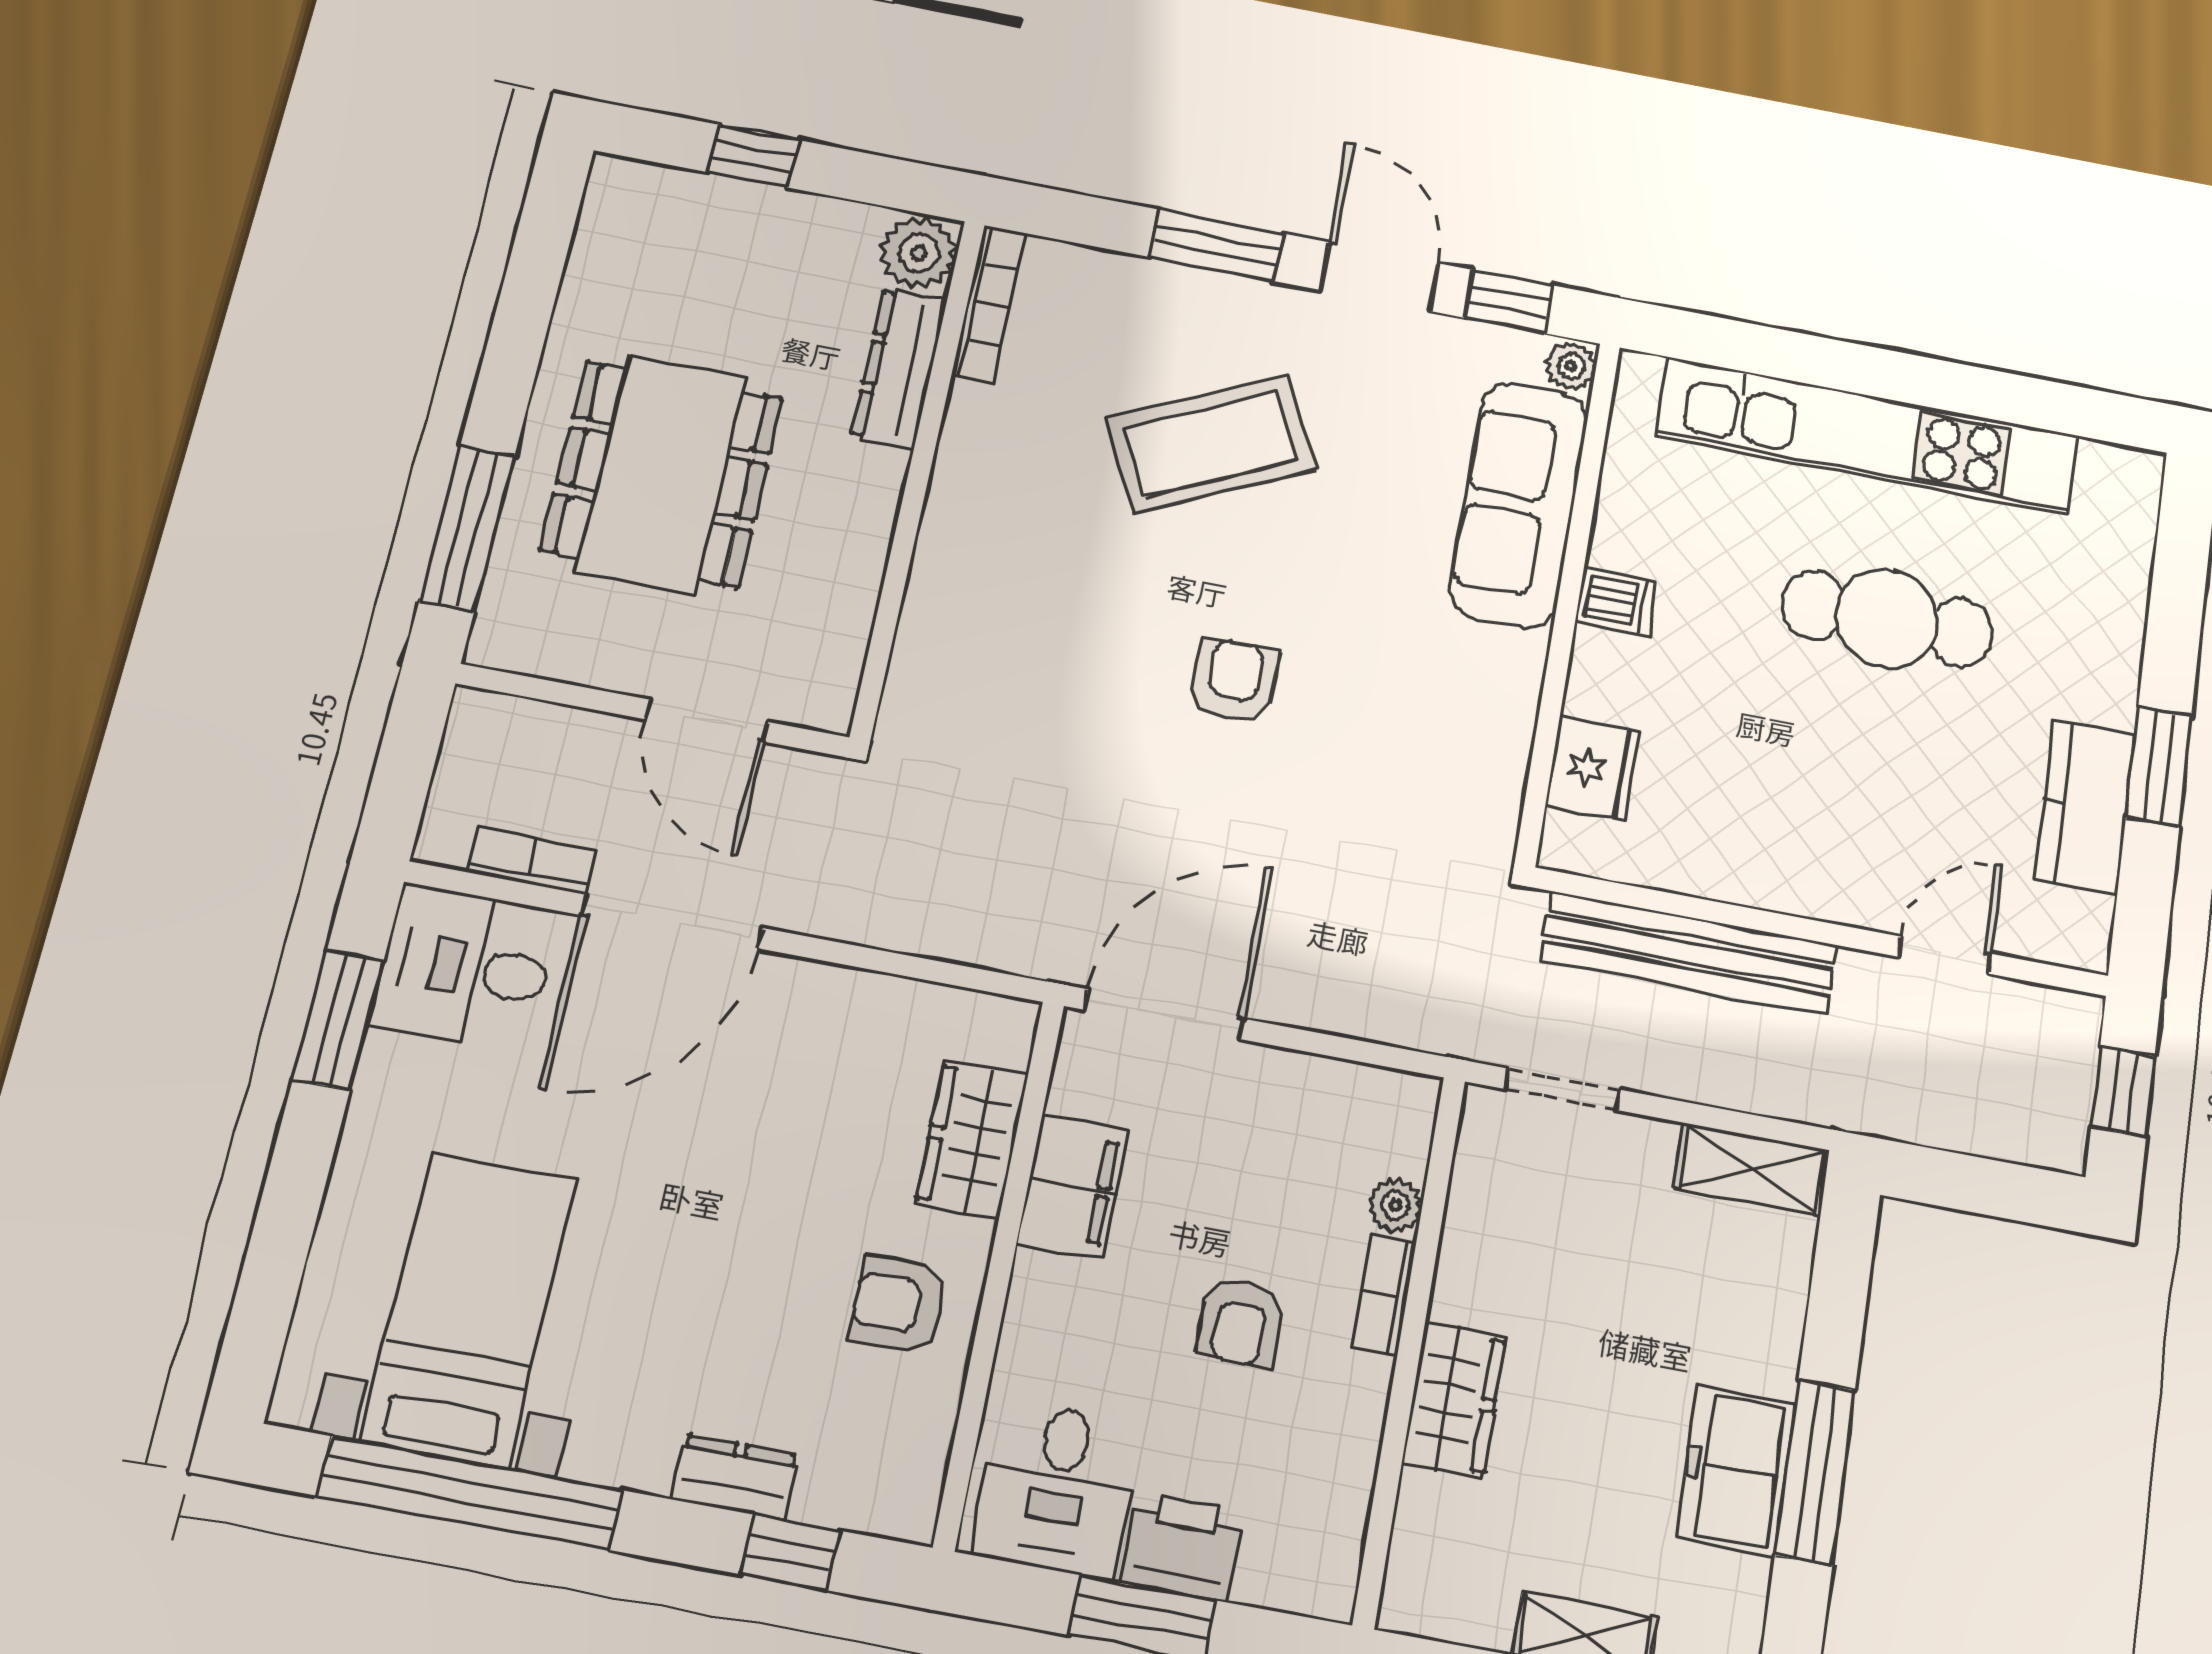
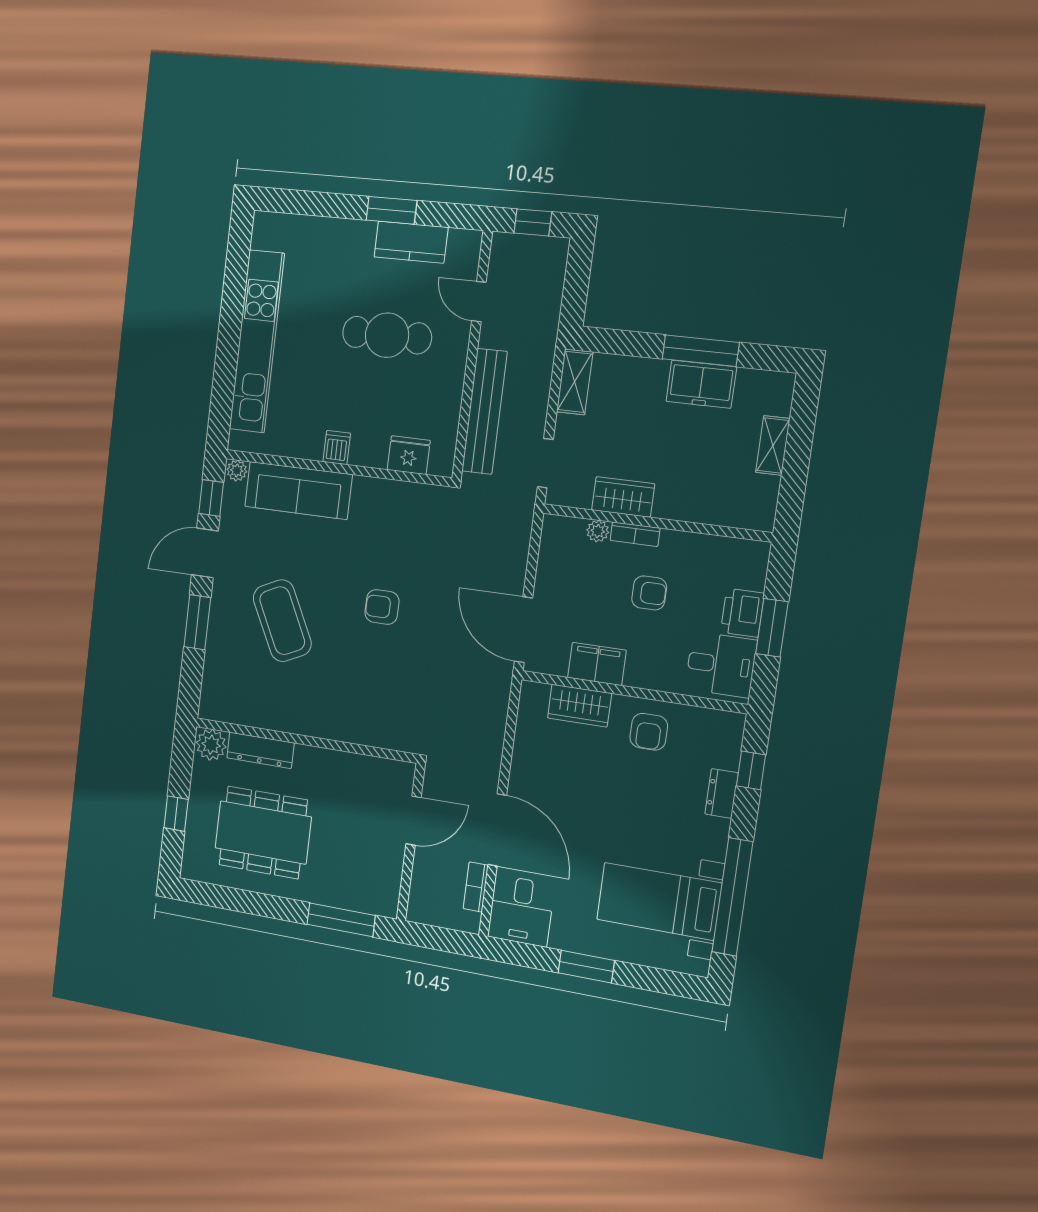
bookcase: (989, 304) -> (230, 715), removed
dining table: (662, 474) -> (263, 832), moved
cafe table: (1887, 619) -> (387, 335), moved, turned 90
window: (338, 1020) -> (586, 967), moved
wardrobe: (1454, 1399) -> (623, 497), moved

